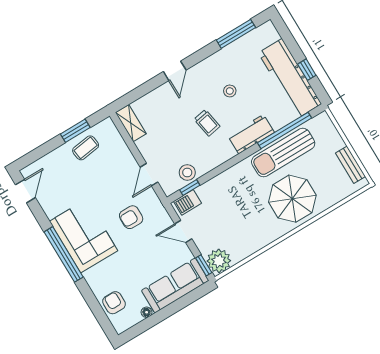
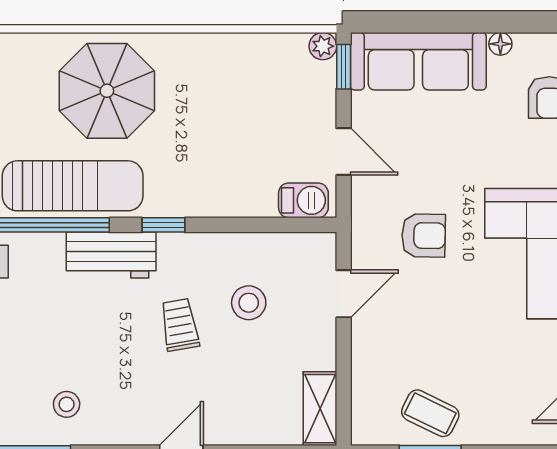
stool: (230, 91) -> (67, 404), moved
coffee table: (86, 148) -> (430, 413), turned 34
stool: (187, 172) -> (249, 303), moved
window: (190, 188) -> (164, 225), moved
plant: (219, 261) -> (323, 46), width x0.53, depth x0.53

